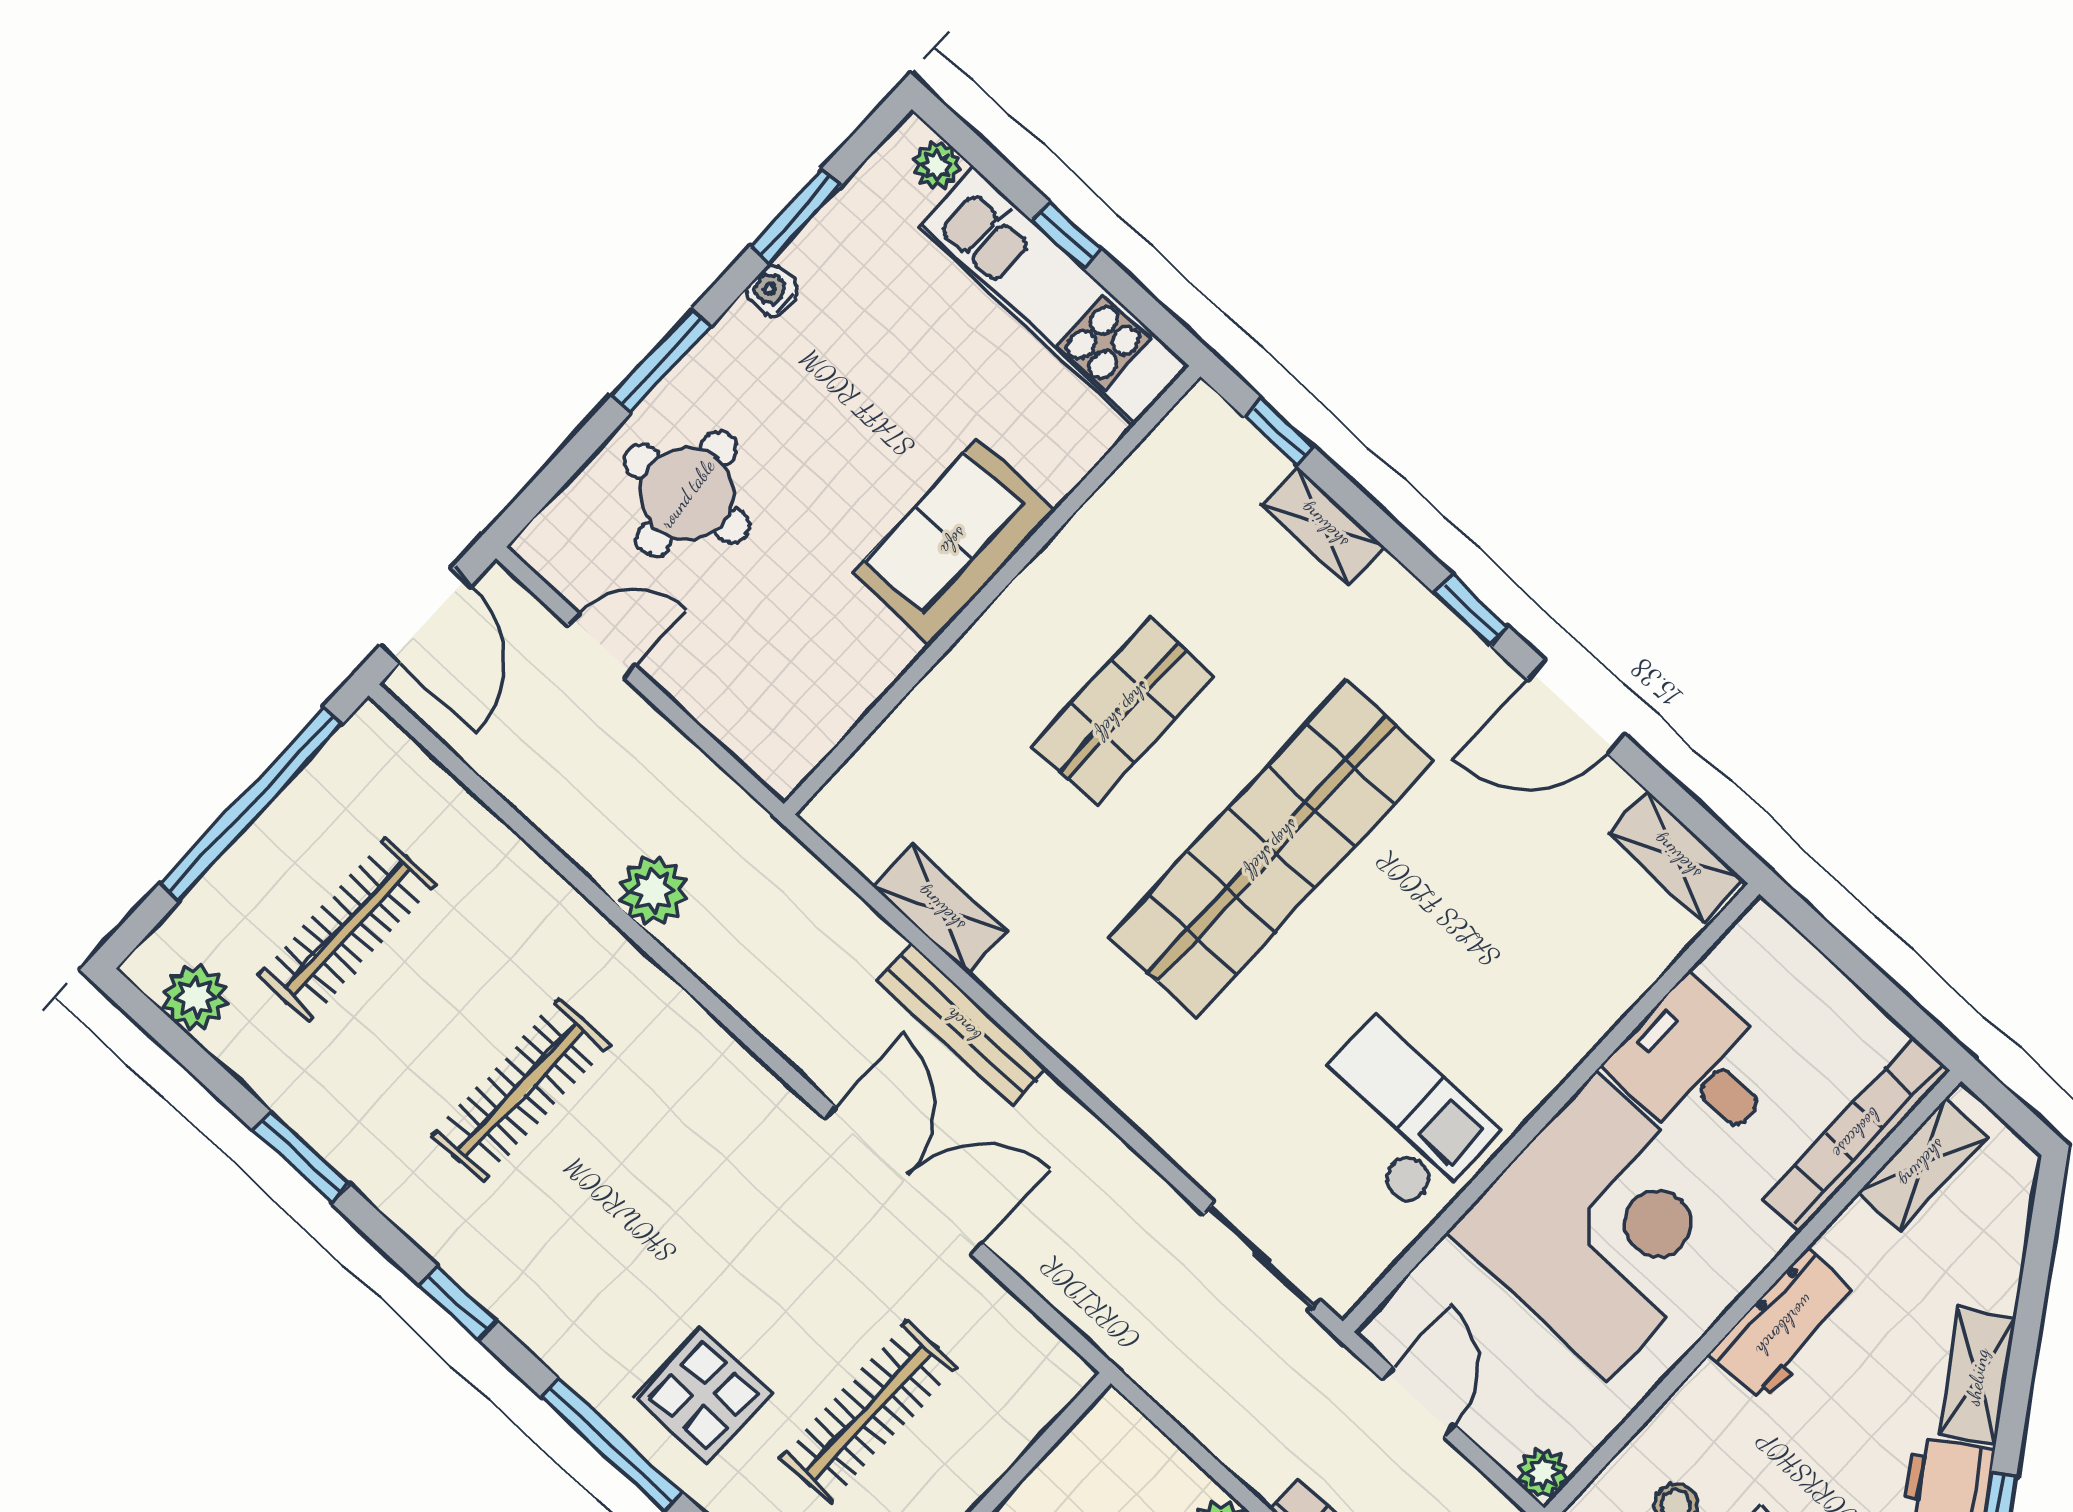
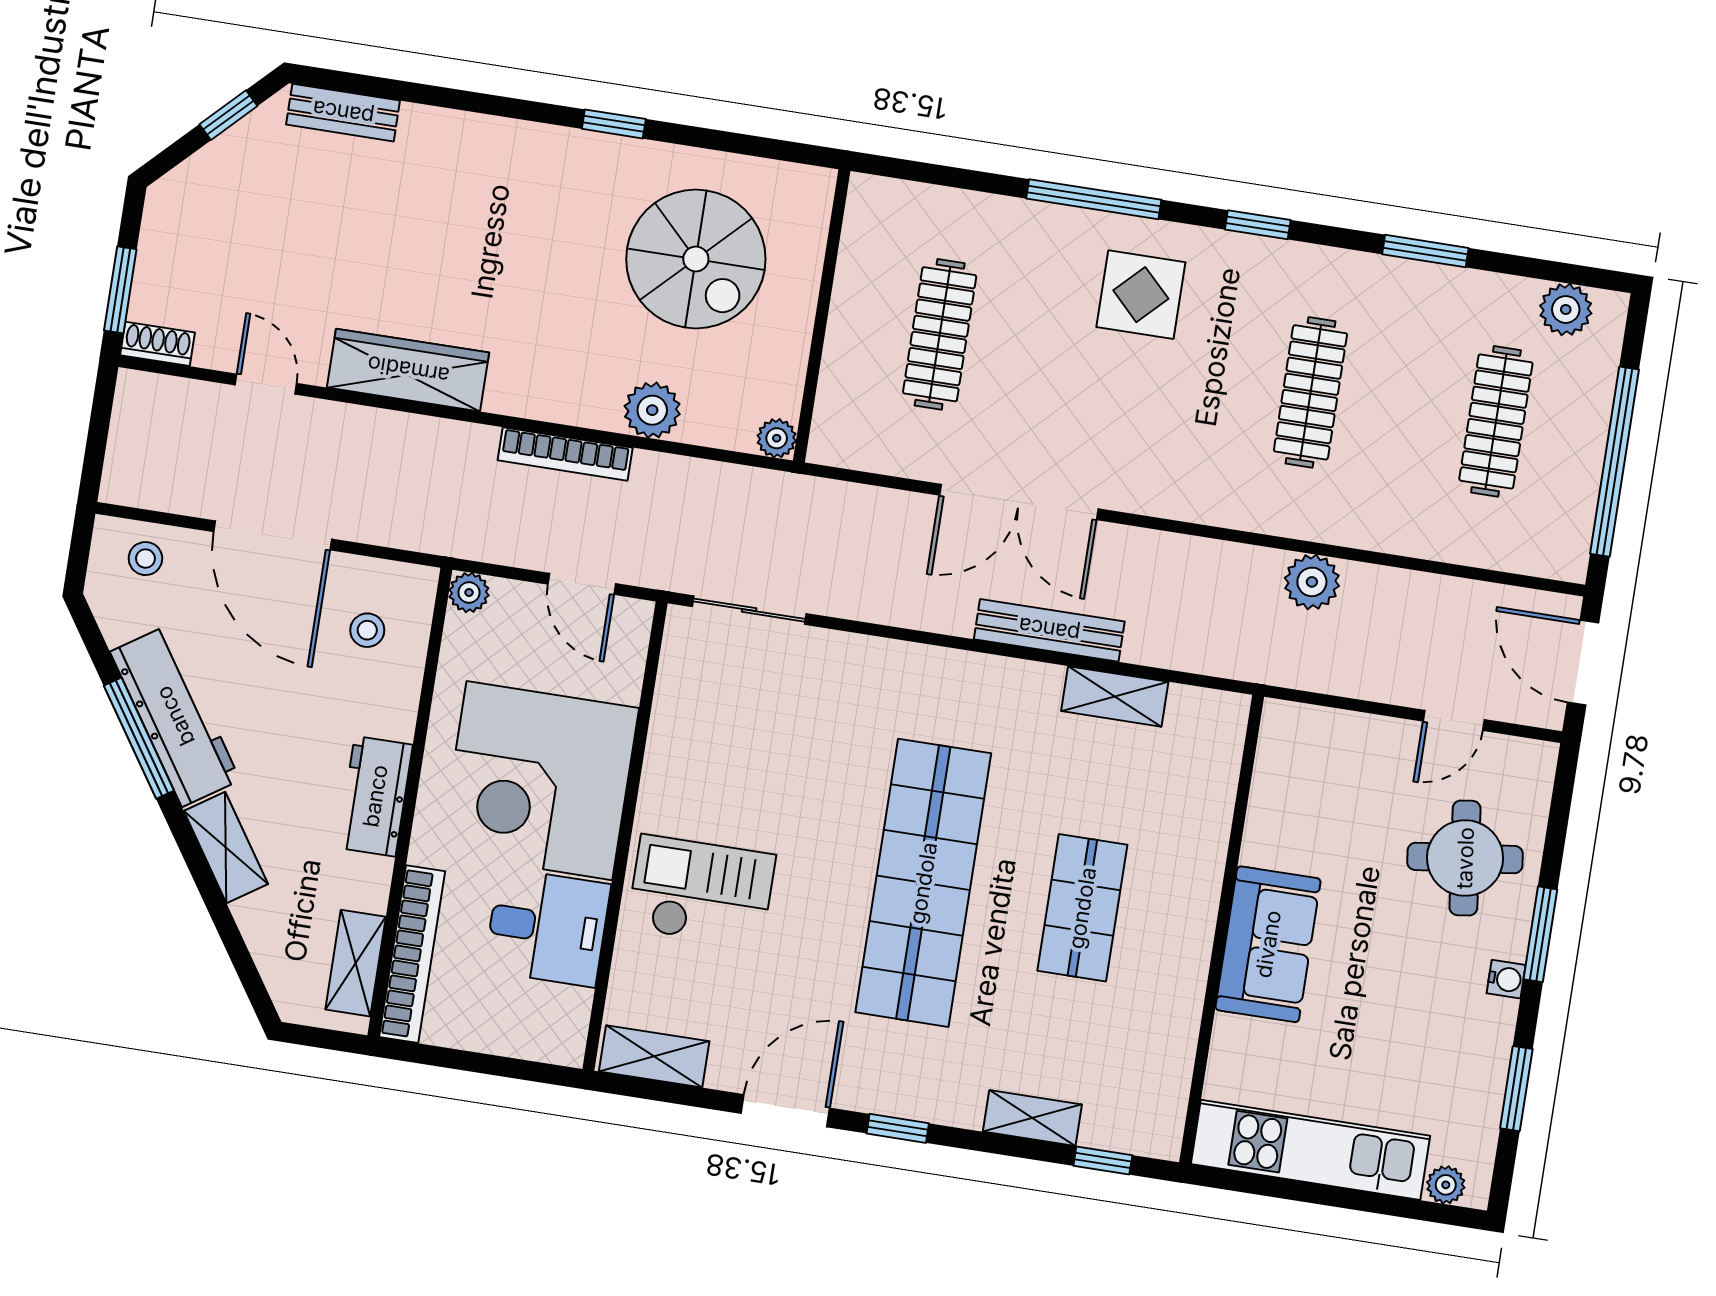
window: (1066, 235) -> (1330, 1196), removed
water cooler: (772, 291) -> (1506, 979), moved
checkout: (1397, 1116) -> (701, 891), moved, turned 180
display table: (703, 1395) -> (1141, 295), moved
plant: (1112, 1418) -> (777, 438), added

